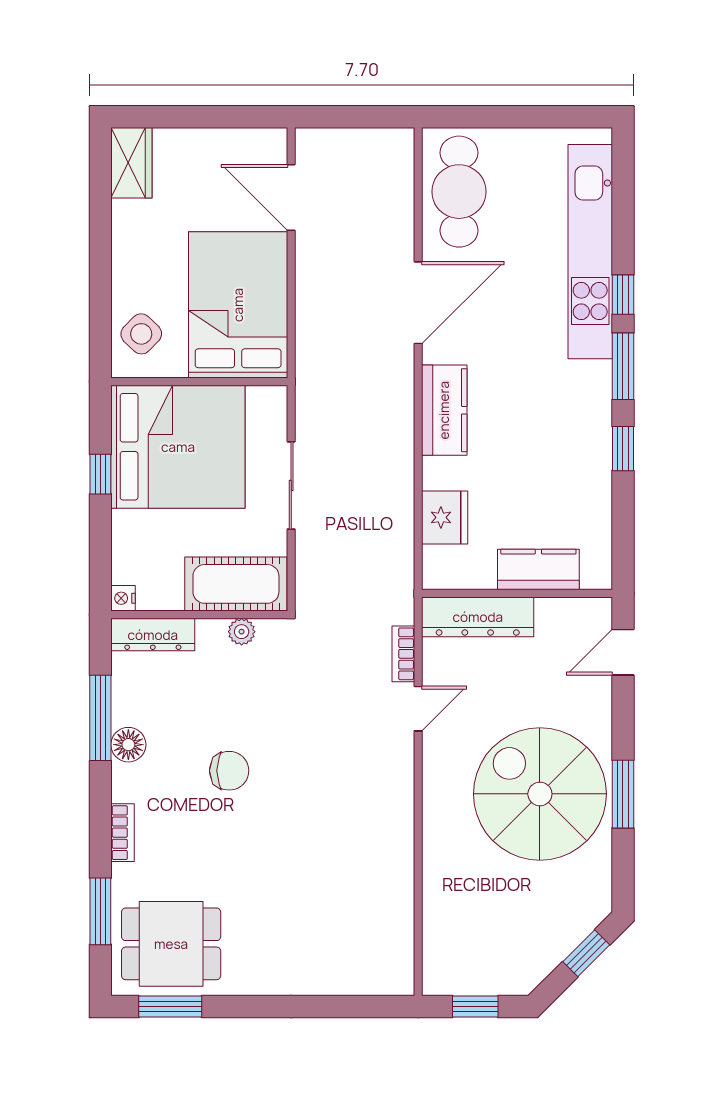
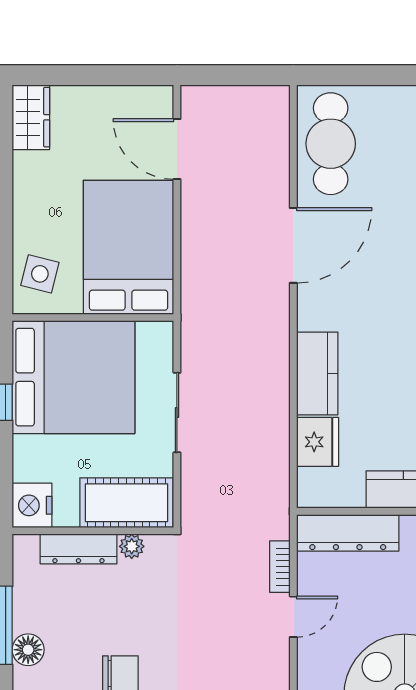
side table: (141, 334) -> (40, 274), turned -30
kitchen counter: (444, 410) -> (317, 373), moved
nightstand: (123, 598) -> (32, 505), width x1.89, depth x1.79
dresser: (153, 635) -> (78, 549), moved

